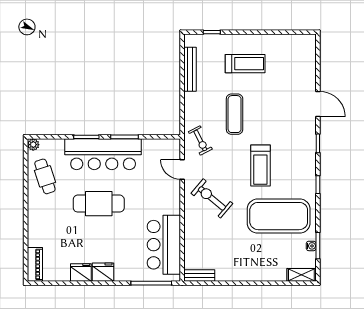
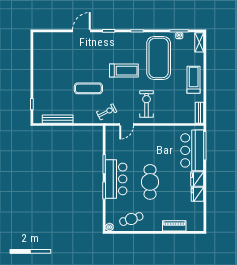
treadmill: (245, 64) -> (194, 80), moved
bar counter: (103, 154) -> (116, 179), width x0.73
exercise bike: (212, 198) -> (147, 104), turned 140
bar counter: (164, 245) -> (192, 150), moved, turned 90
piano: (35, 264) -> (174, 226), moved

